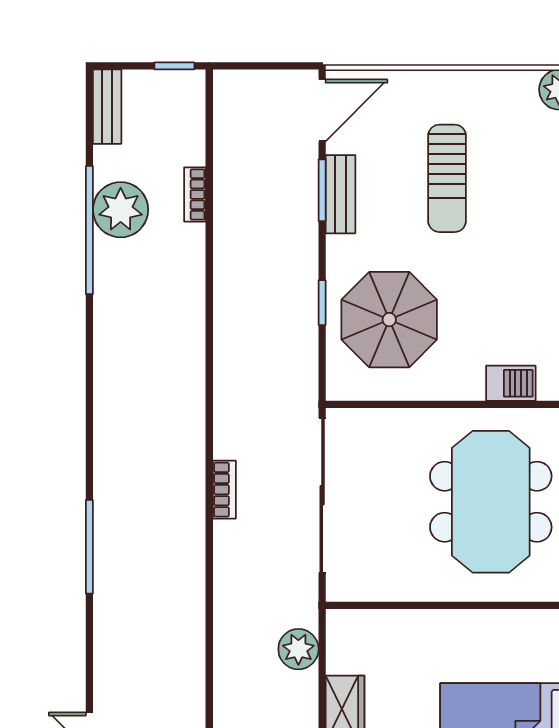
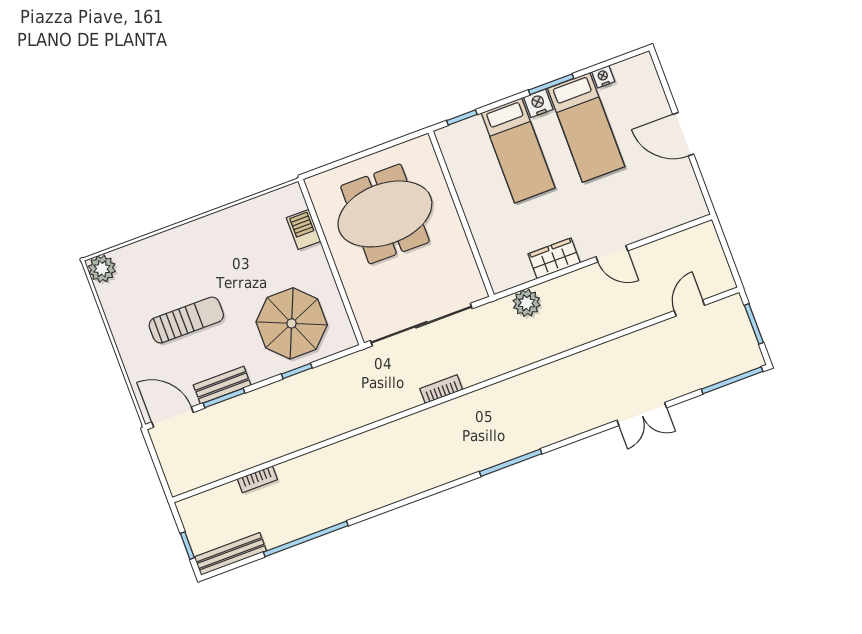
window: (174, 66) -> (187, 546), moved
bench: (107, 107) -> (230, 554), width x1.36
plant: (121, 210) -> (285, 524), removed

